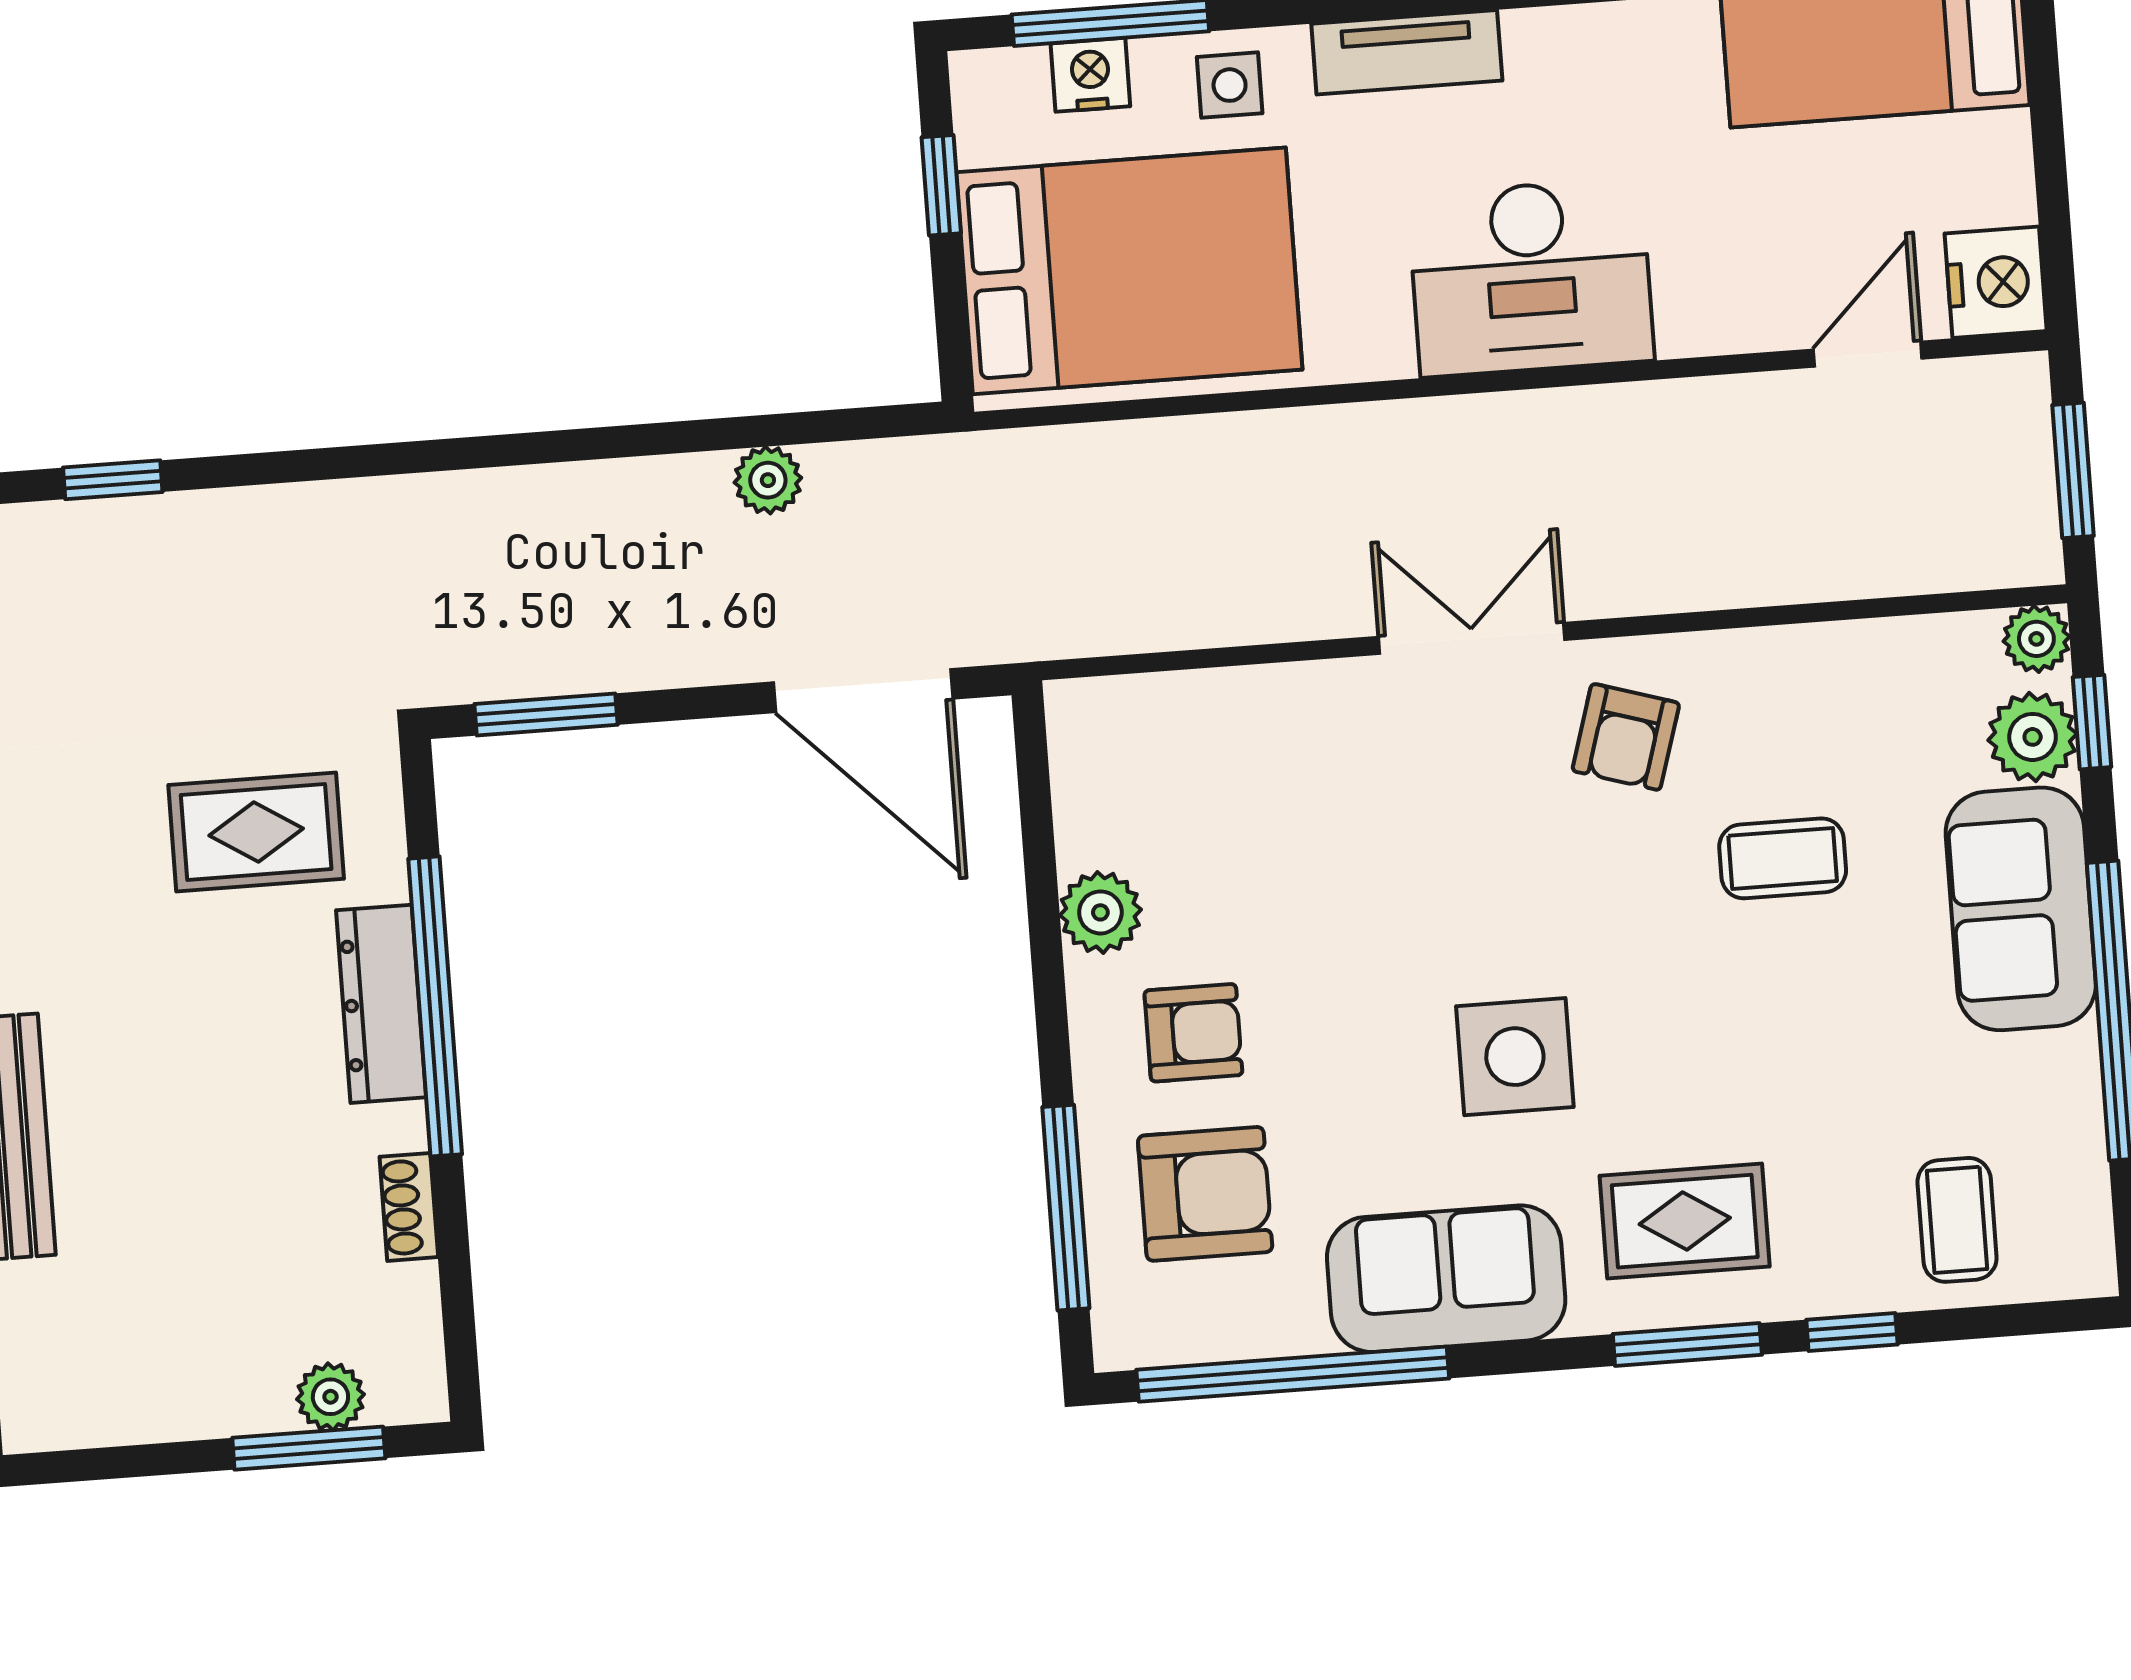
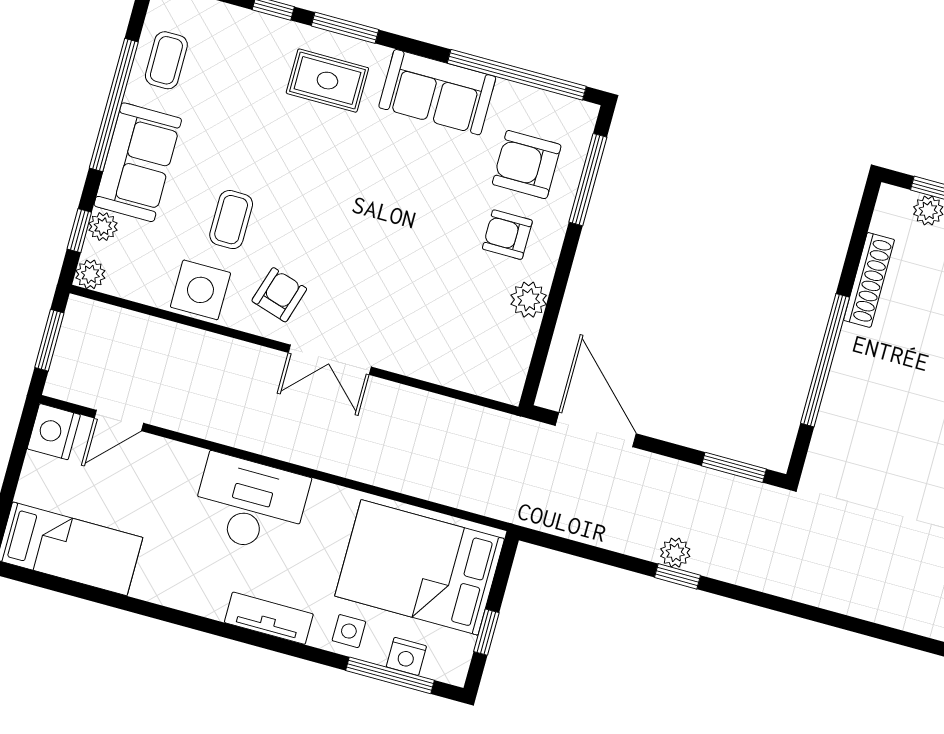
window: (113, 480) -> (678, 576), moved
plant: (768, 480) -> (675, 553), moved
plant: (2033, 737) -> (103, 227), width x0.73, depth x0.73
rug: (256, 832) -> (875, 461), removed
coffee table: (1783, 858) -> (231, 220), turned 90
dresser: (381, 1004) -> (848, 370), removed
side table: (1515, 1057) -> (200, 290), moved
shoe rack: (409, 1207) -> (869, 280), width x1.94, depth x1.24
coffee table: (1957, 1220) -> (166, 60), moved

